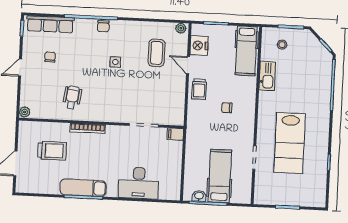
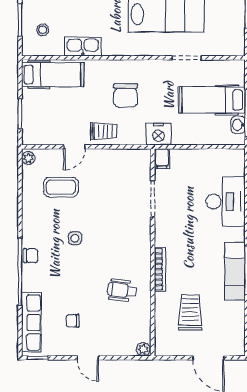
nightstand: (199, 46) -> (158, 134), moved
chair: (227, 108) -> (125, 96), width x1.87, depth x1.87

